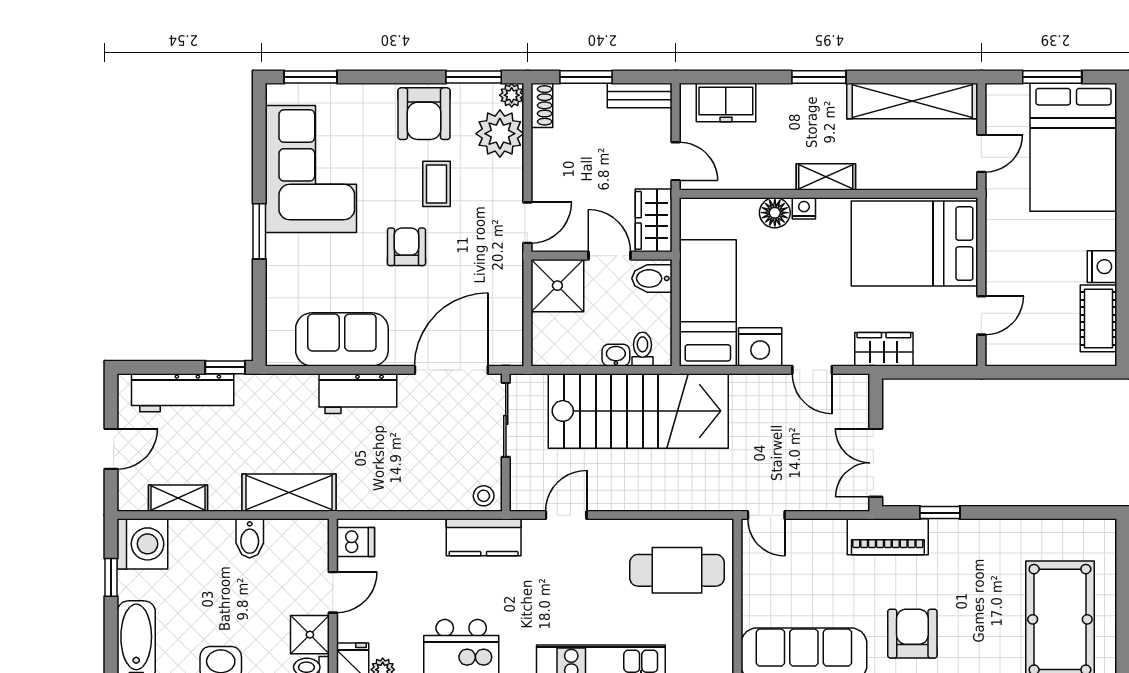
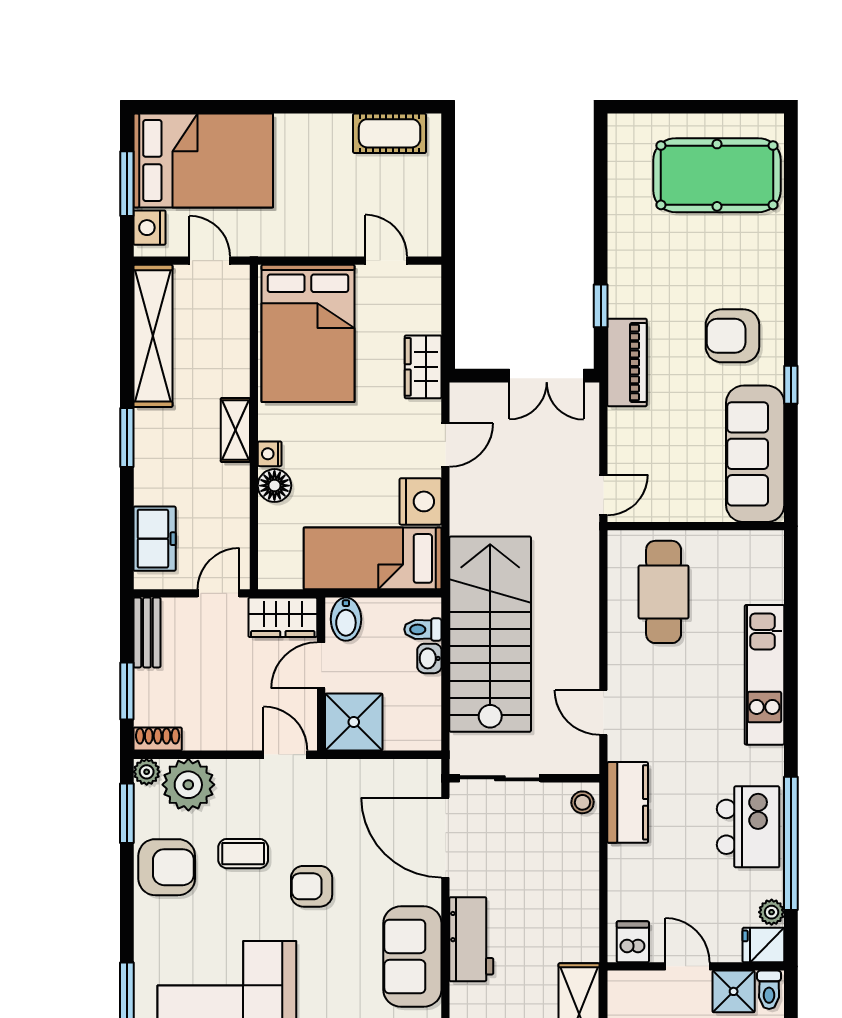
nightstand: (1102, 267) -> (149, 228), moved, turned -90

